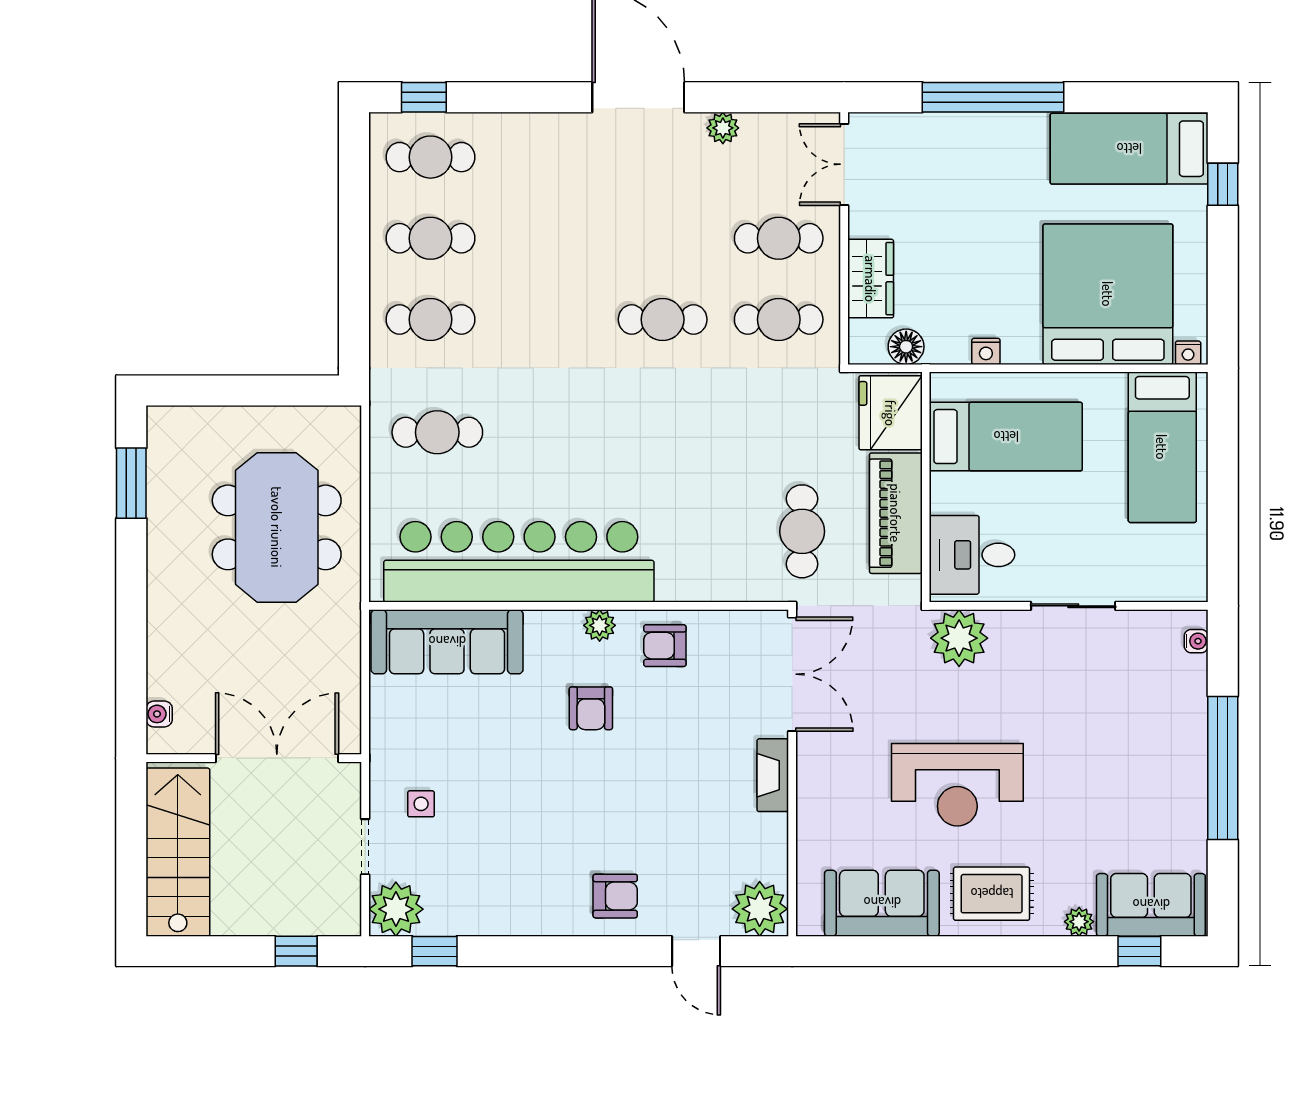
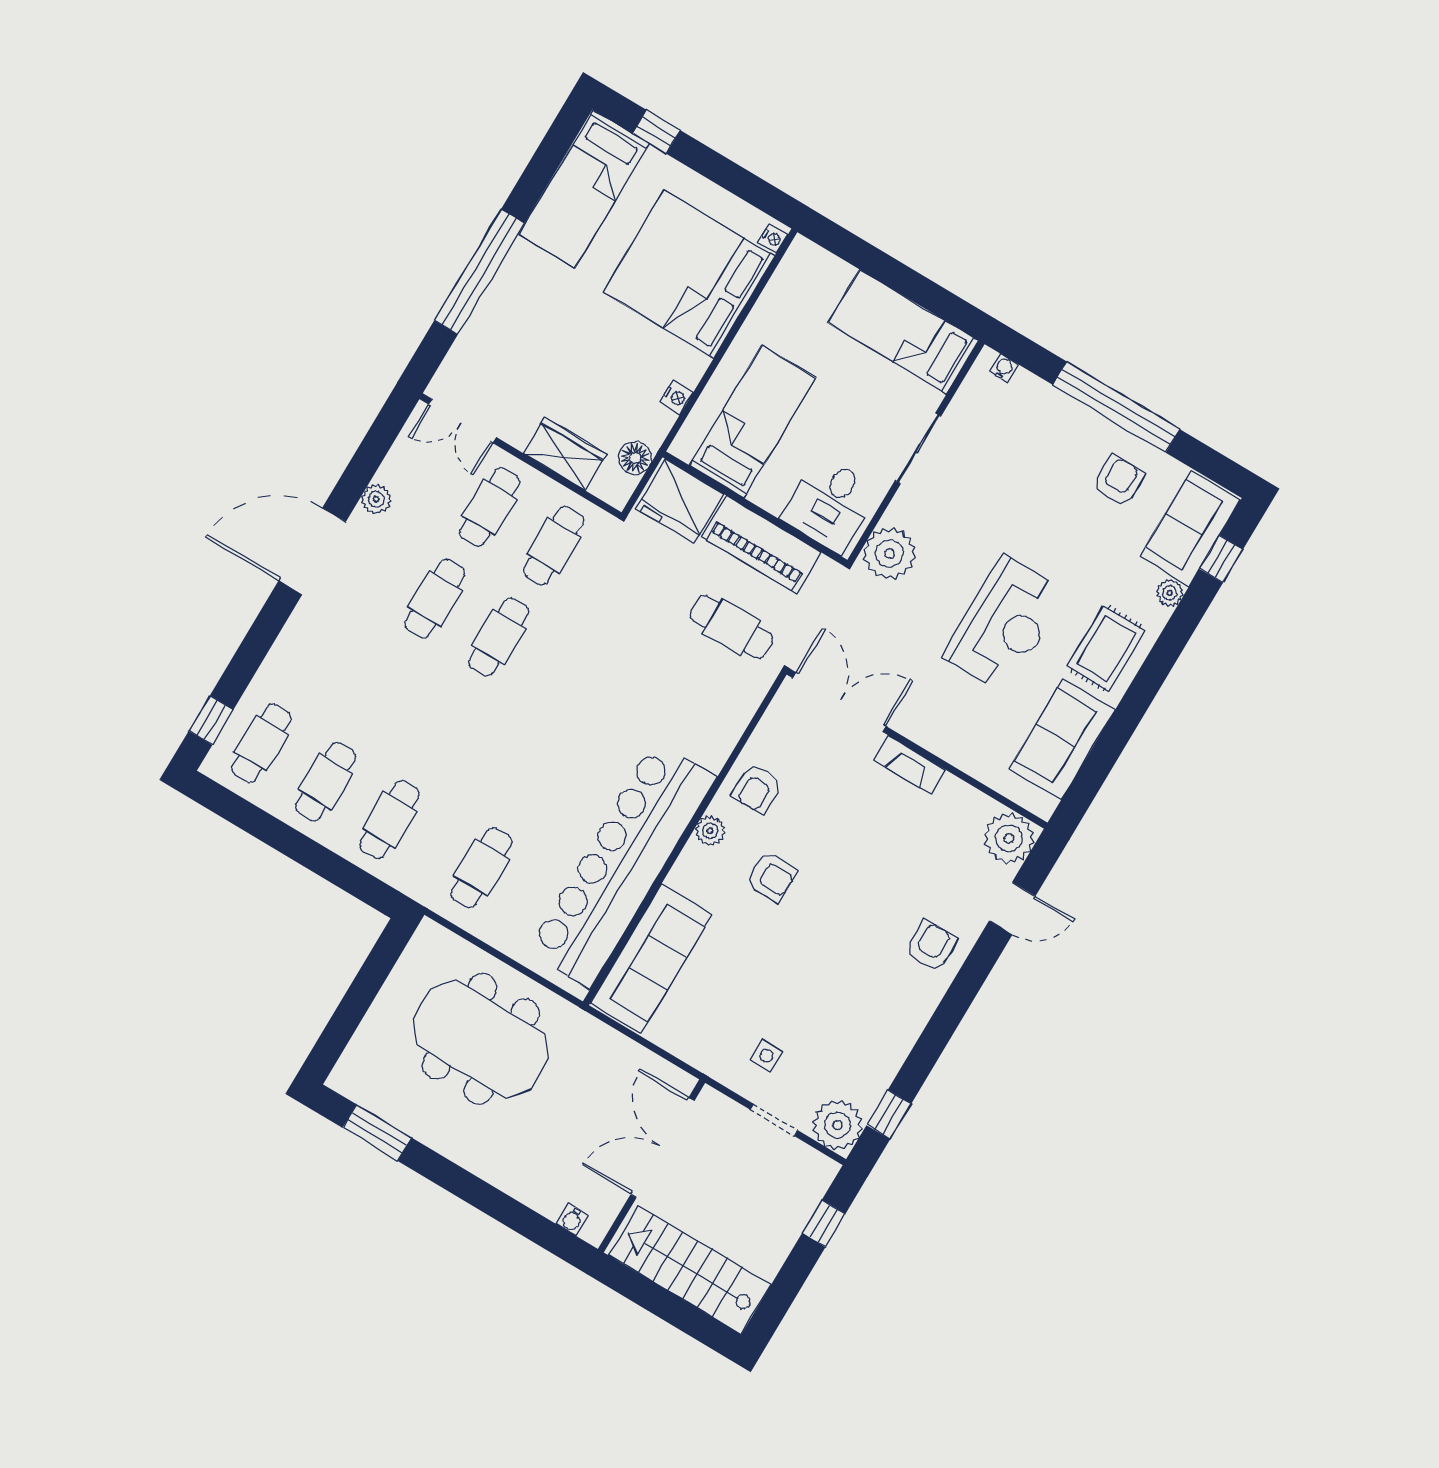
cafe table: (663, 238) -> (435, 599), added
bed: (1162, 447) -> (903, 332), moved, turned 180
armchair: (1155, 811) -> (1118, 481), added

